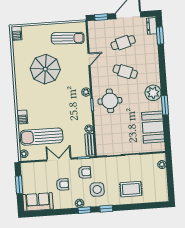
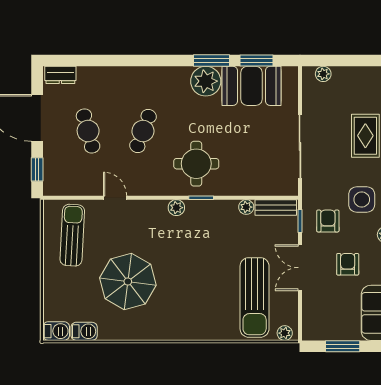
window: (160, 35) -> (256, 61), moved
plant: (153, 93) -> (206, 81), moved
barbecue: (22, 117) -> (84, 331), moved

